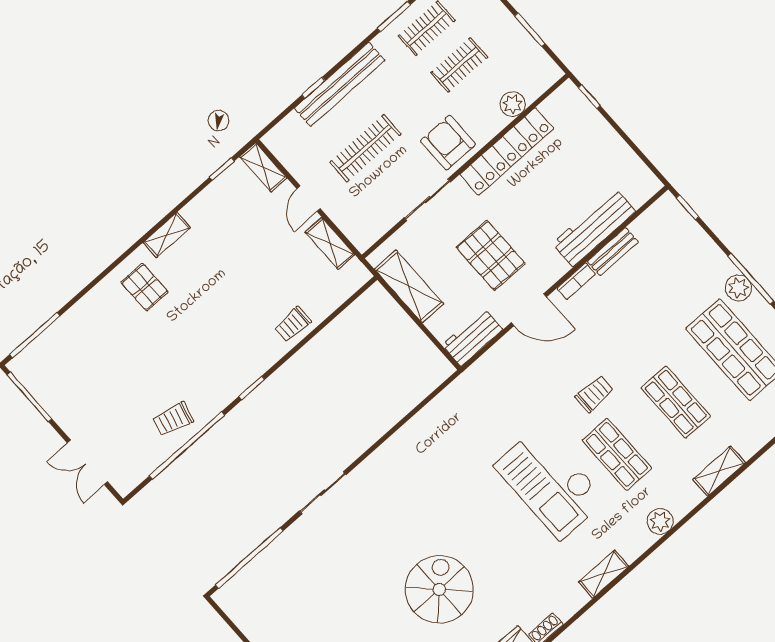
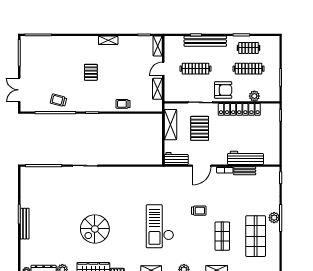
clothes rail: (459, 65) -> (249, 69), width x1.36
armchair: (448, 143) -> (223, 90), turned 90
pallet: (491, 255) -> (200, 128), moved
pallet: (144, 287) -> (91, 72), moved
door: (529, 310) -> (202, 166), hinge flipped
shop shelf: (617, 454) -> (189, 236), removed
spiral stairs: (439, 589) -> (95, 229), turned 180

